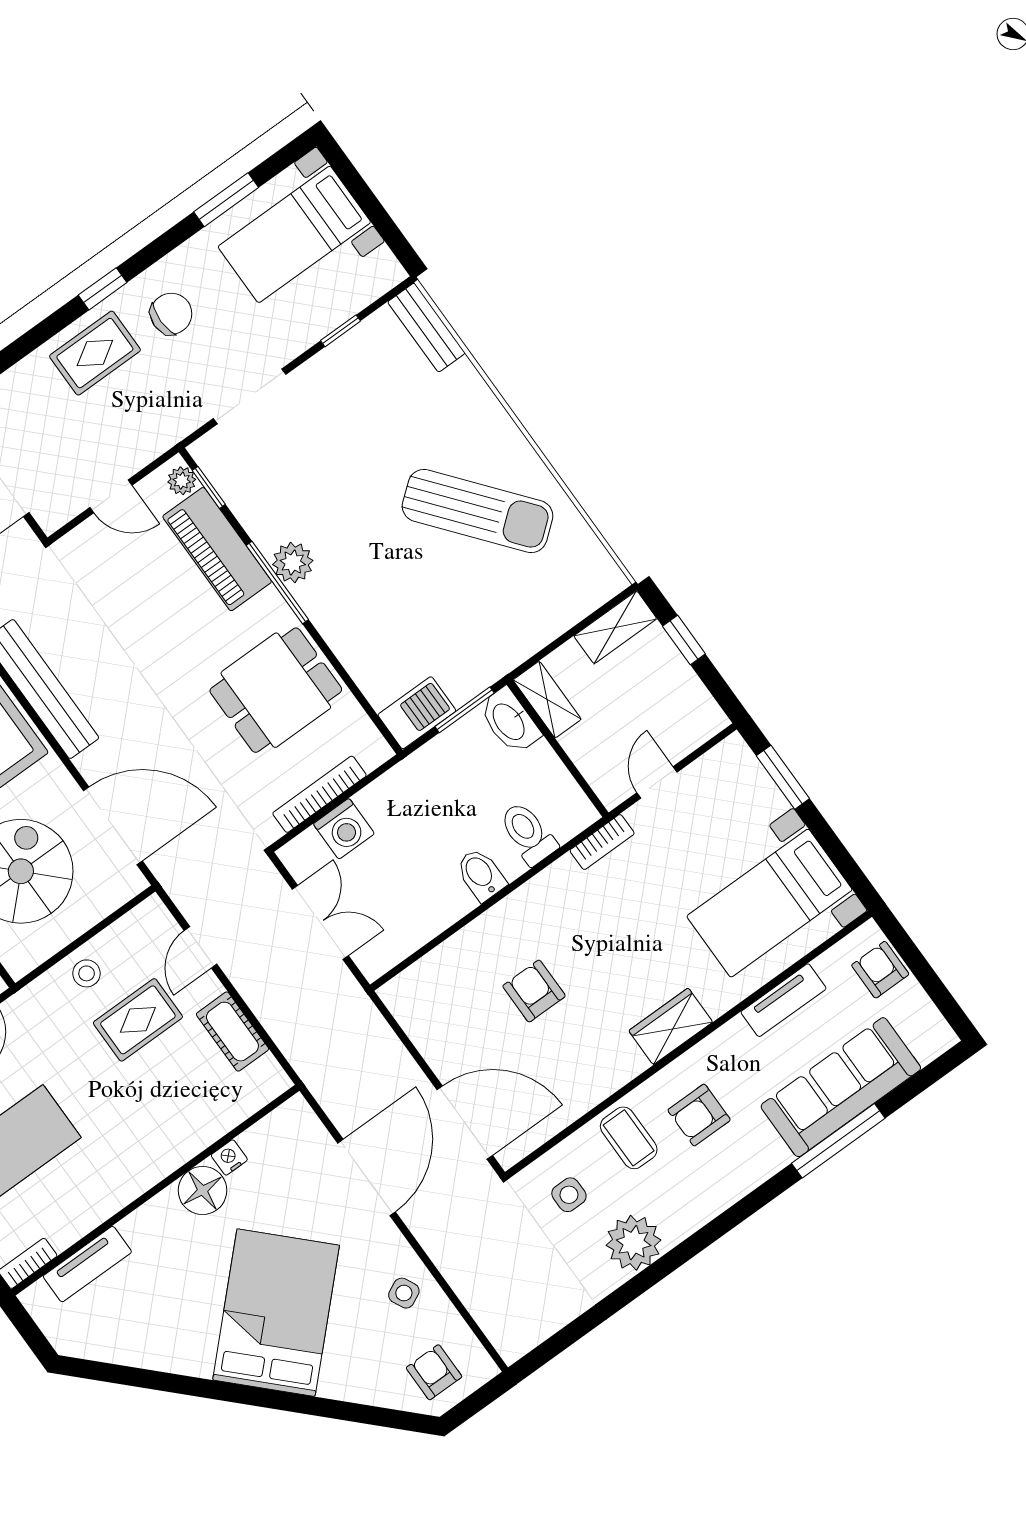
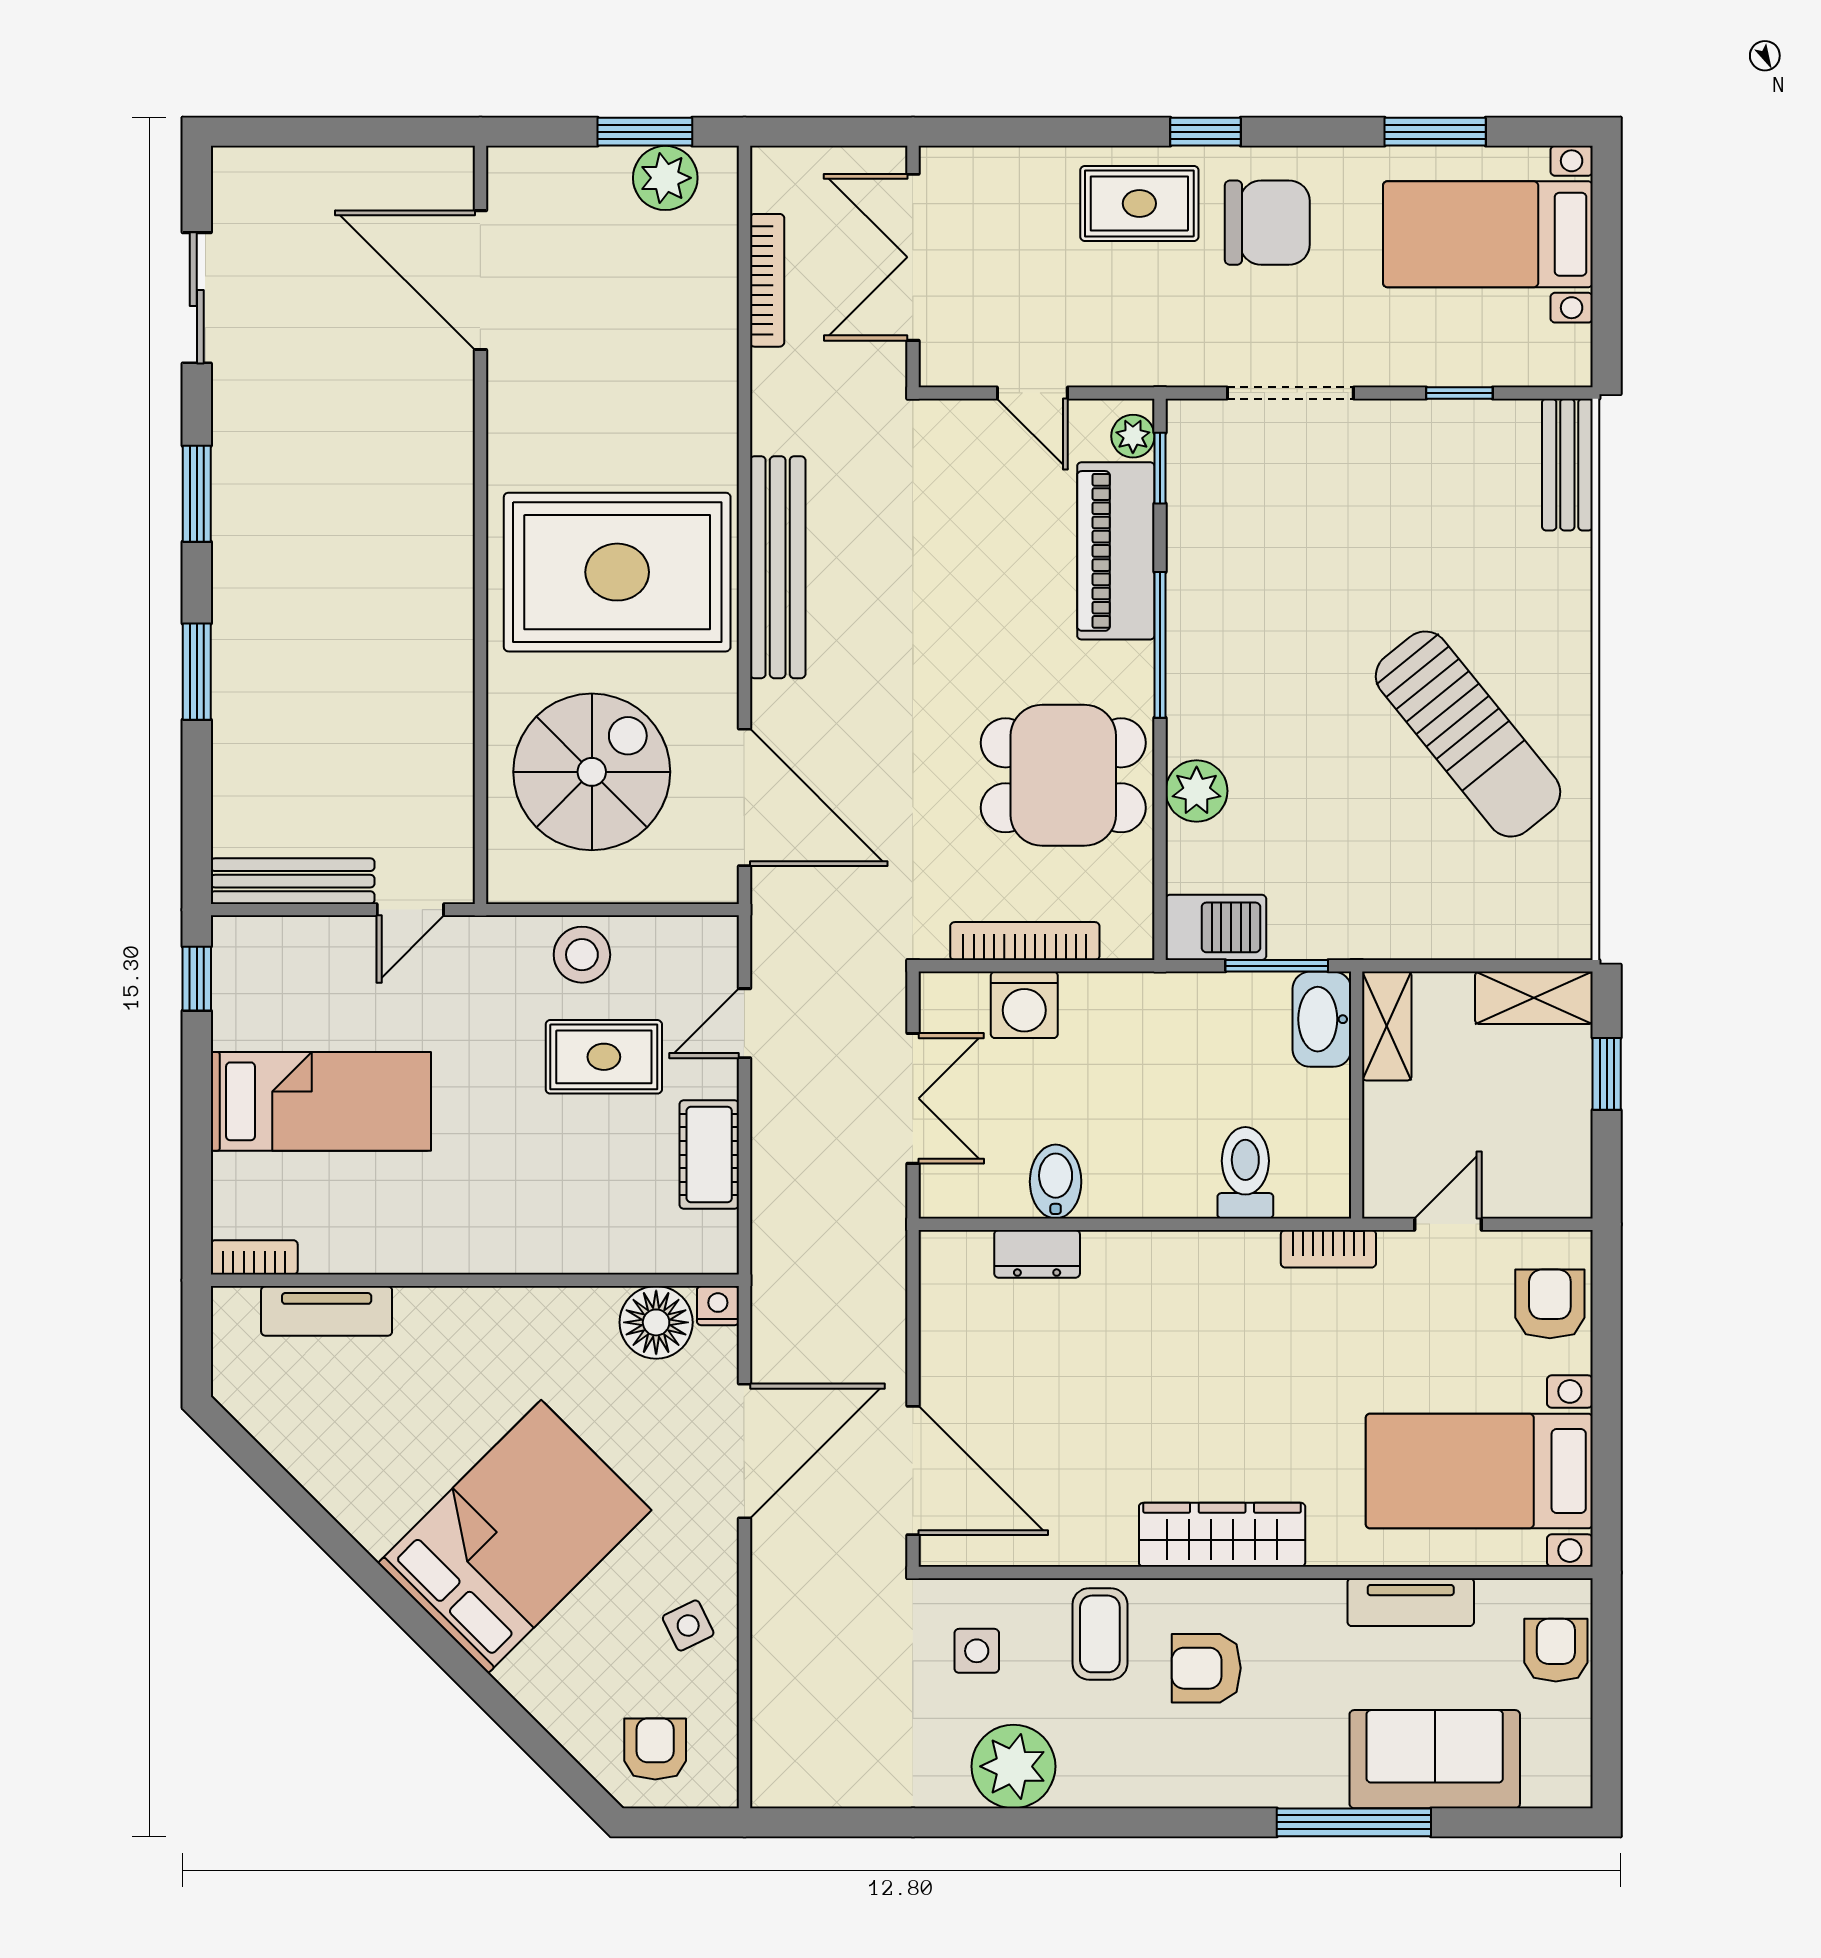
chair: (171, 314) -> (1267, 223), width x1.37, depth x1.37
plant: (293, 563) -> (1197, 791), moved
window: (783, 777) -> (1607, 1329), removed
bidet: (481, 874) -> (1056, 1182), moved
dresser: (447, 958) -> (1037, 1254), added
stool: (87, 973) -> (582, 955), width x1.37, depth x1.37
armchair: (534, 991) -> (1550, 1304), moved
wardrobe: (671, 1026) -> (1222, 1535), width x1.50
sofa: (841, 1087) -> (1435, 1759), width x0.73
nightstand: (229, 1157) -> (718, 1306), moved
floor lamp: (203, 1190) -> (656, 1322), moved

